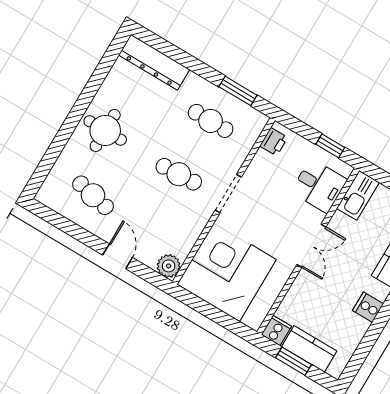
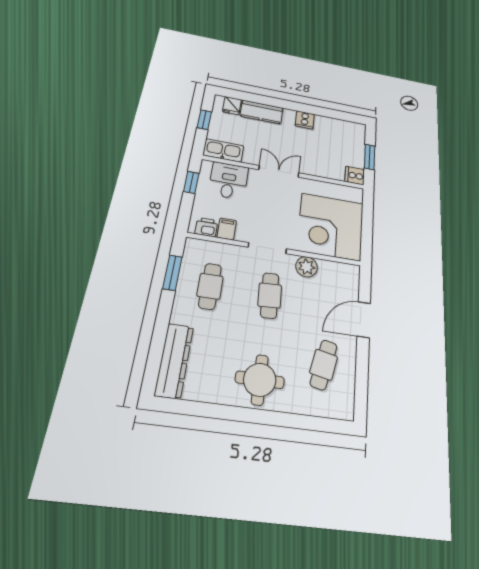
filing cabinet: (264, 161) -> (227, 229), added
door: (118, 256) -> (364, 320), width x1.38
plant: (169, 266) -> (307, 267), moved
kitchen counter: (309, 349) -> (355, 149), removed

